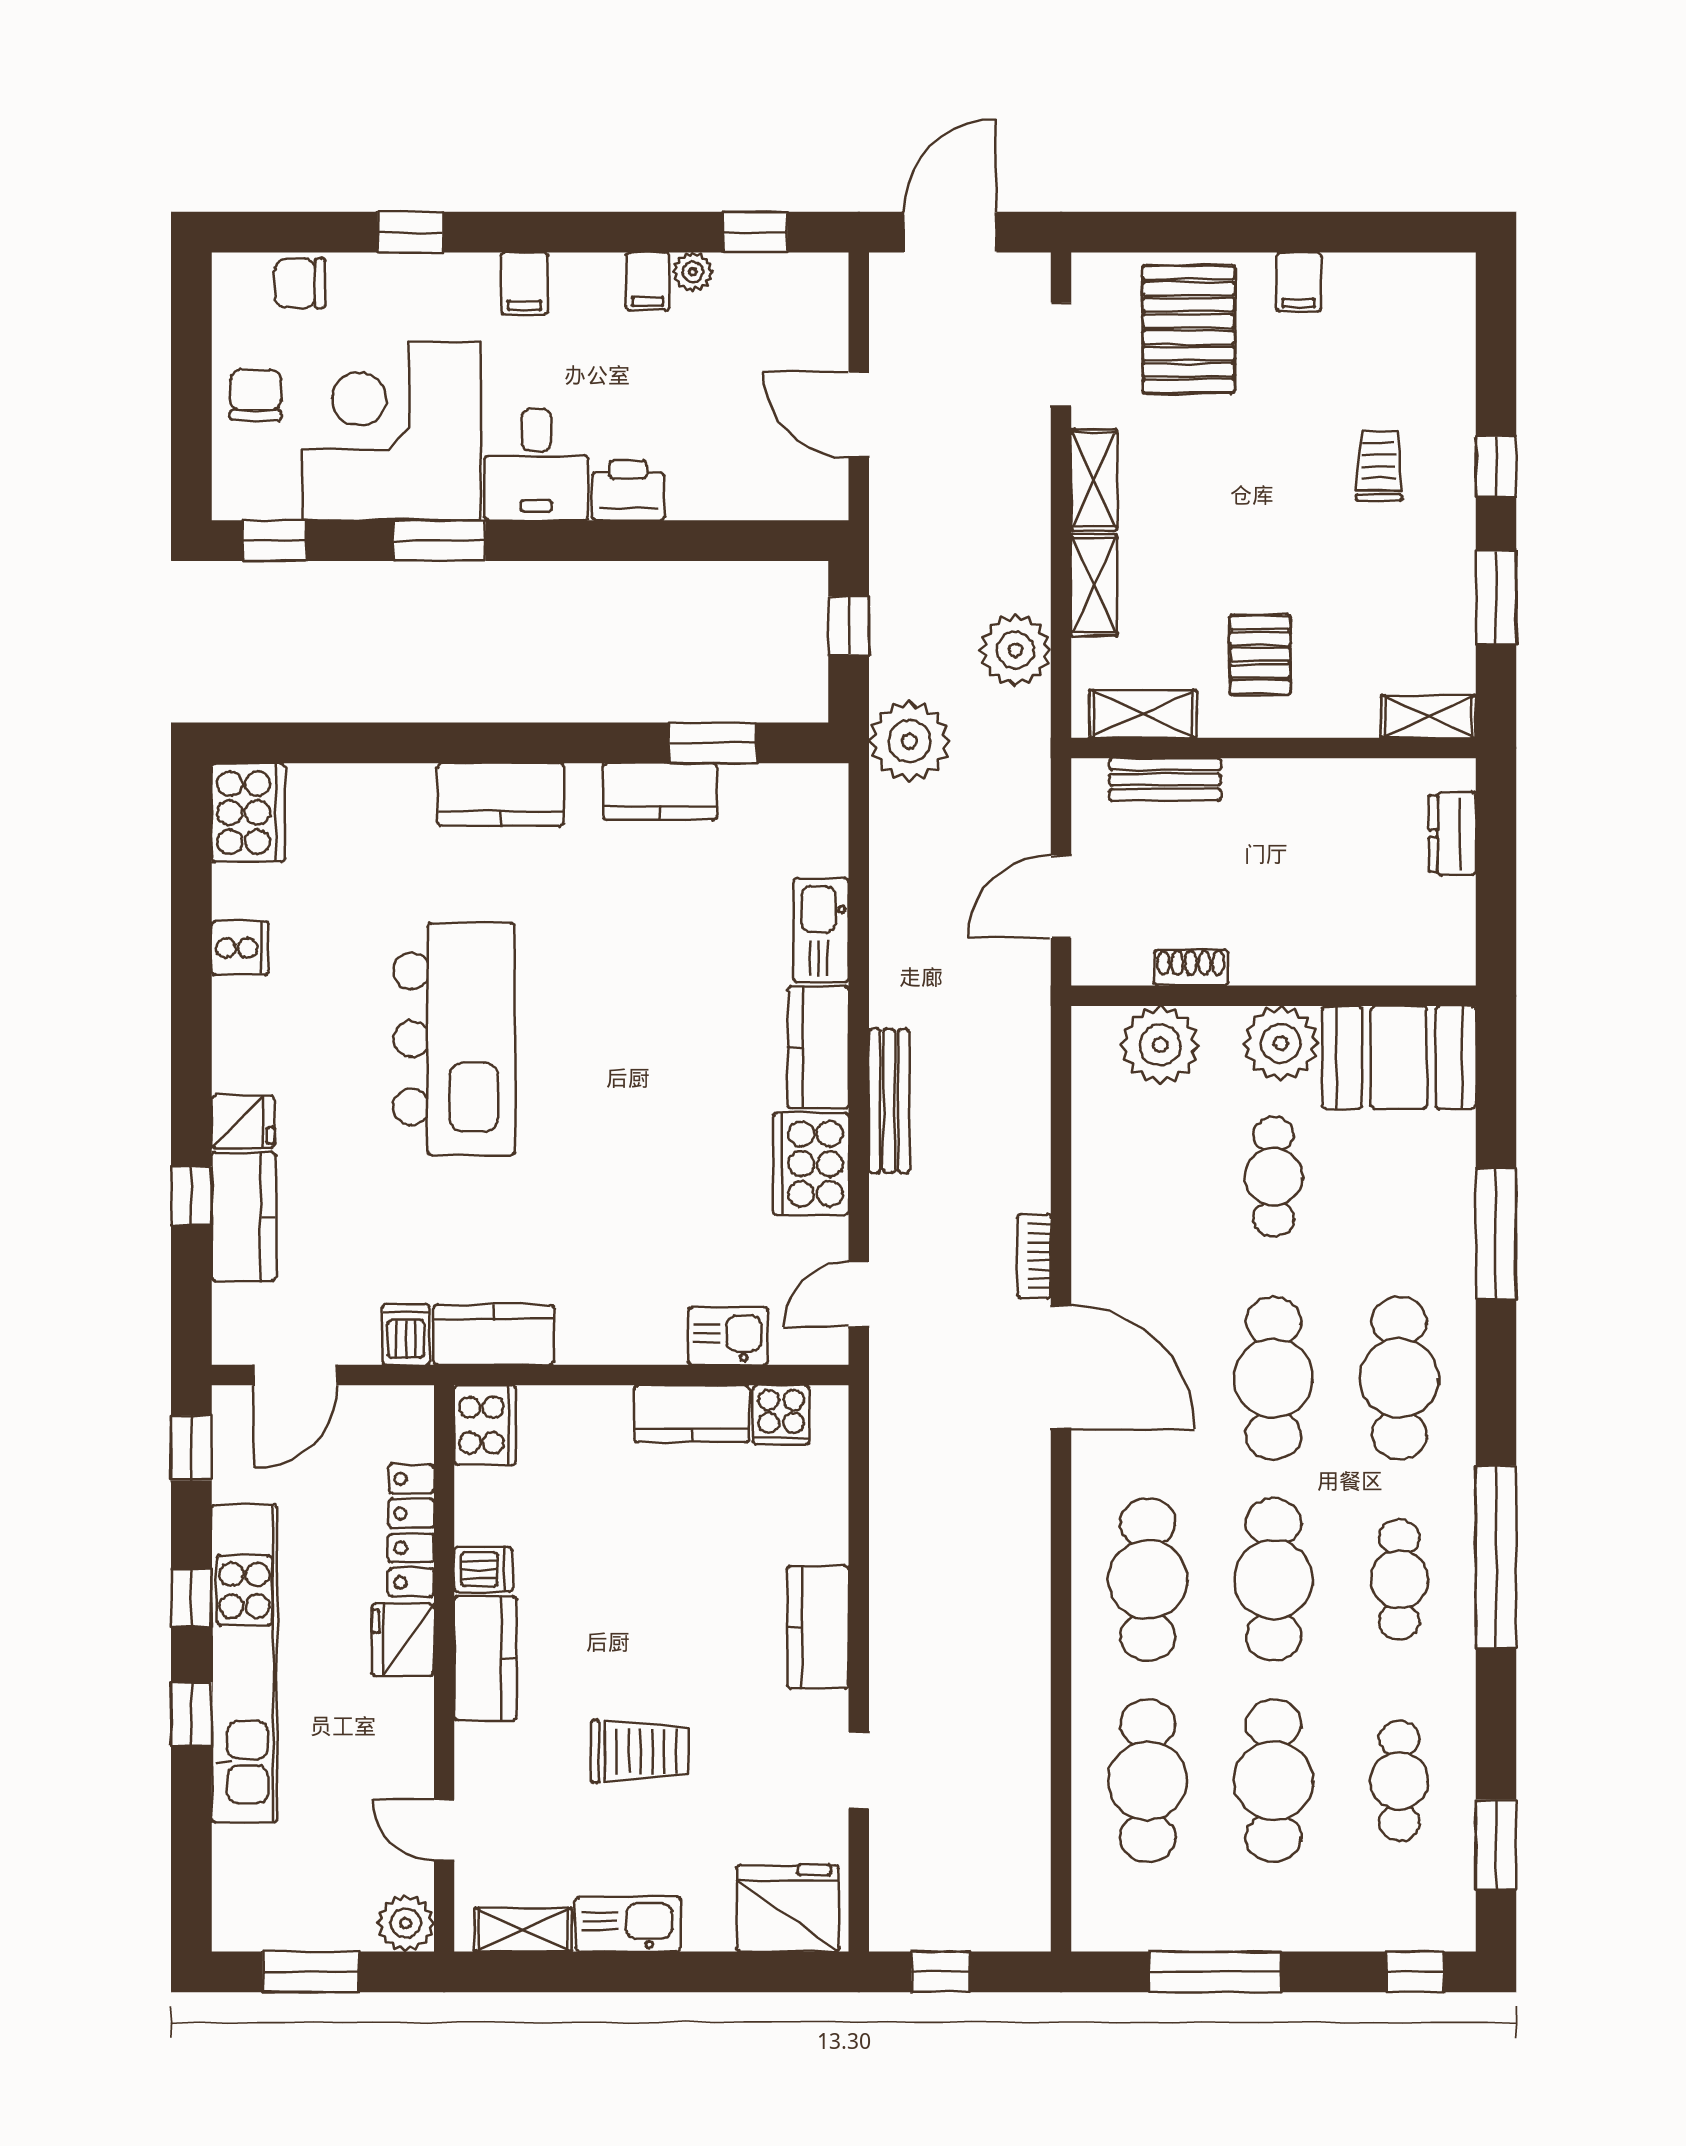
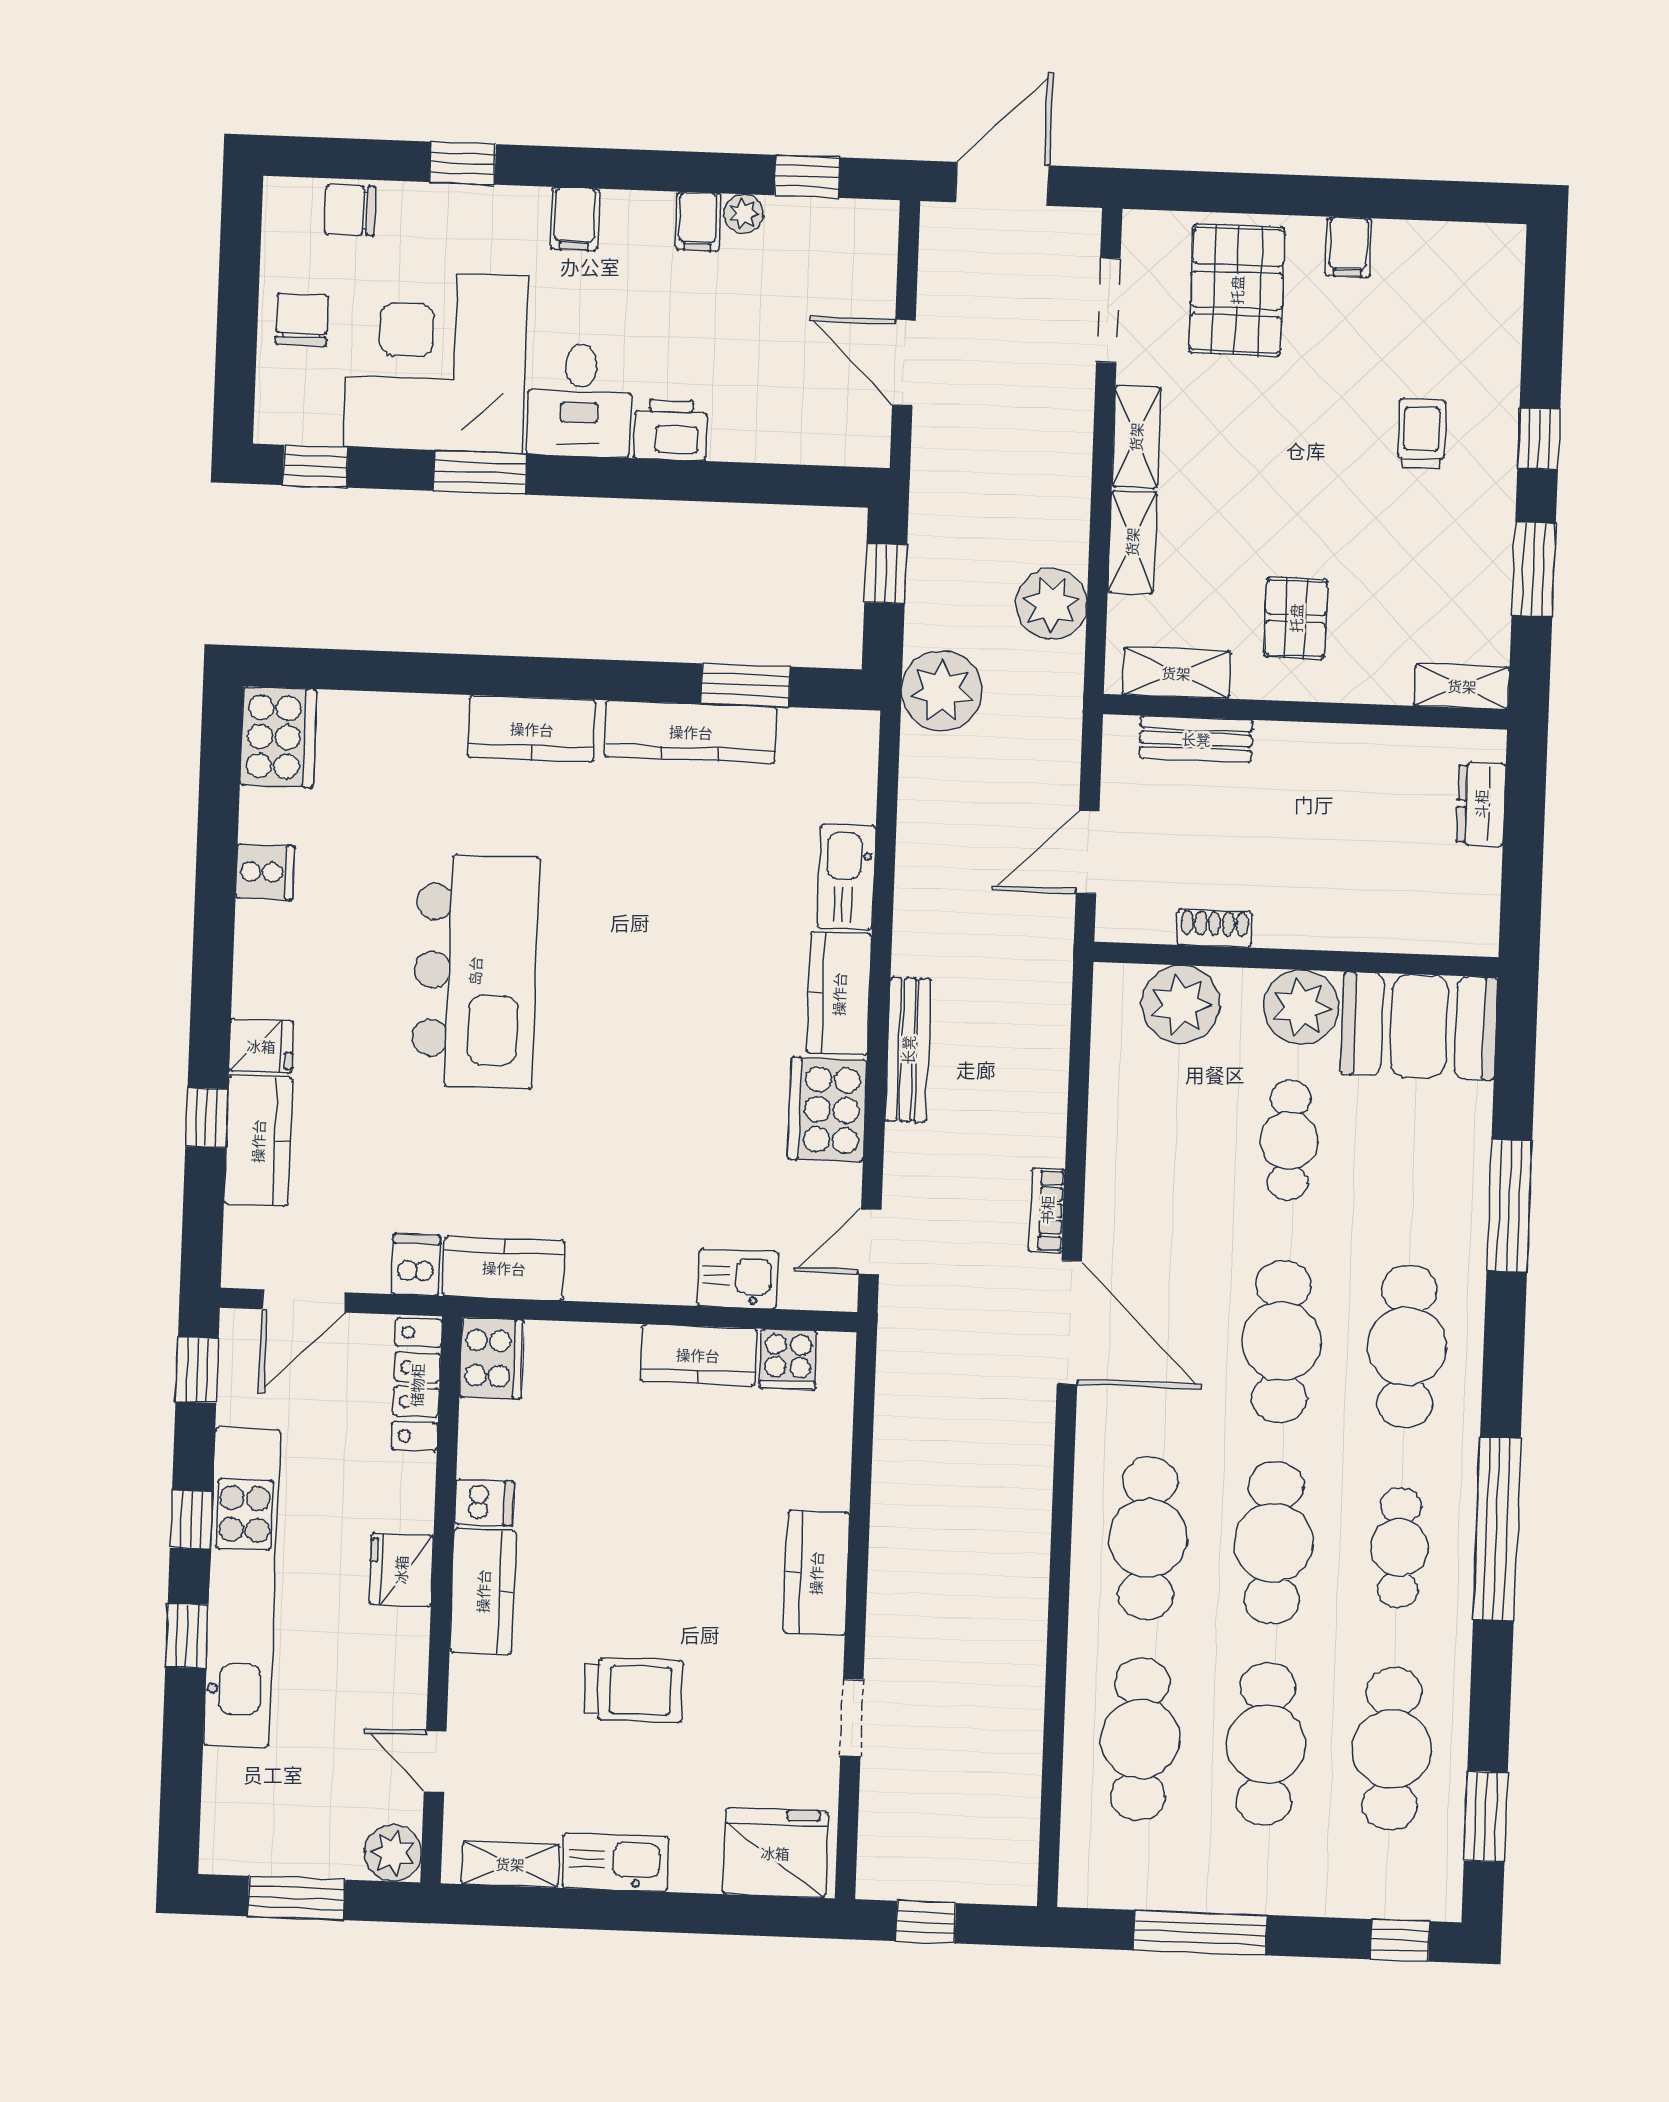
kitchen counter: (660, 792) -> (691, 732), width x1.50
locker: (411, 1531) -> (417, 1385), moved
cafe table: (1399, 1781) -> (1392, 1749), width x1.37, depth x1.35

